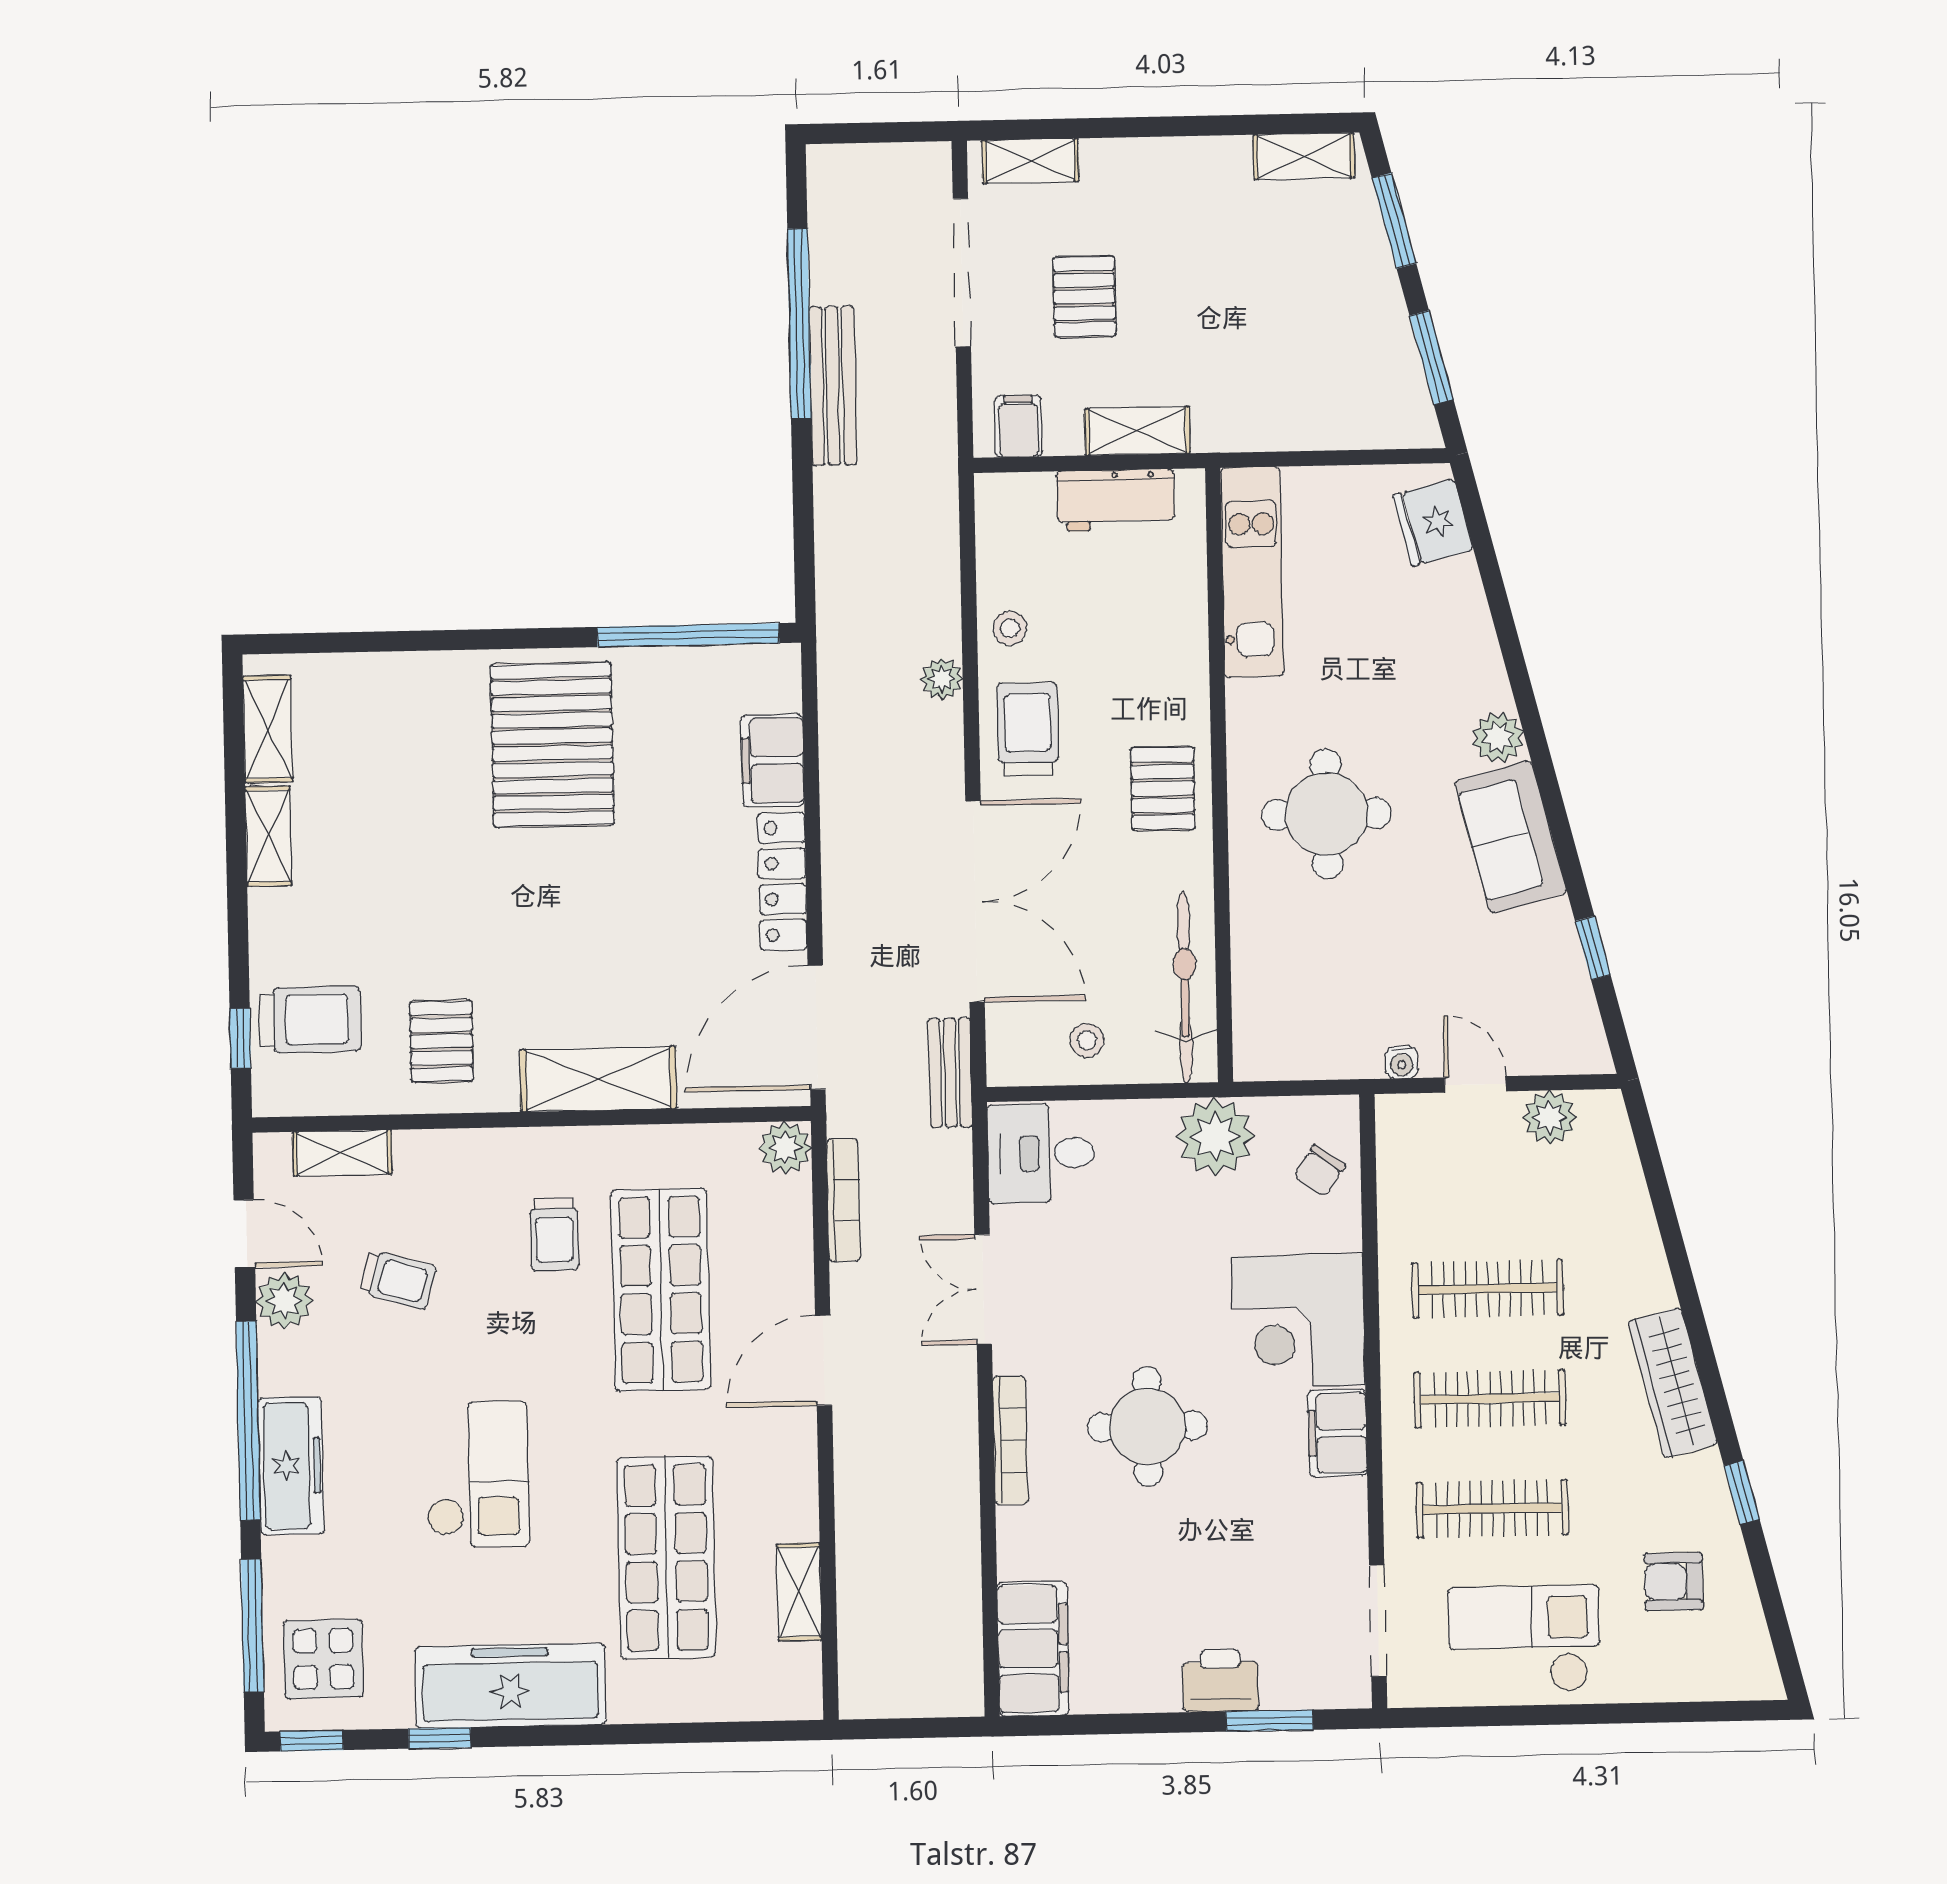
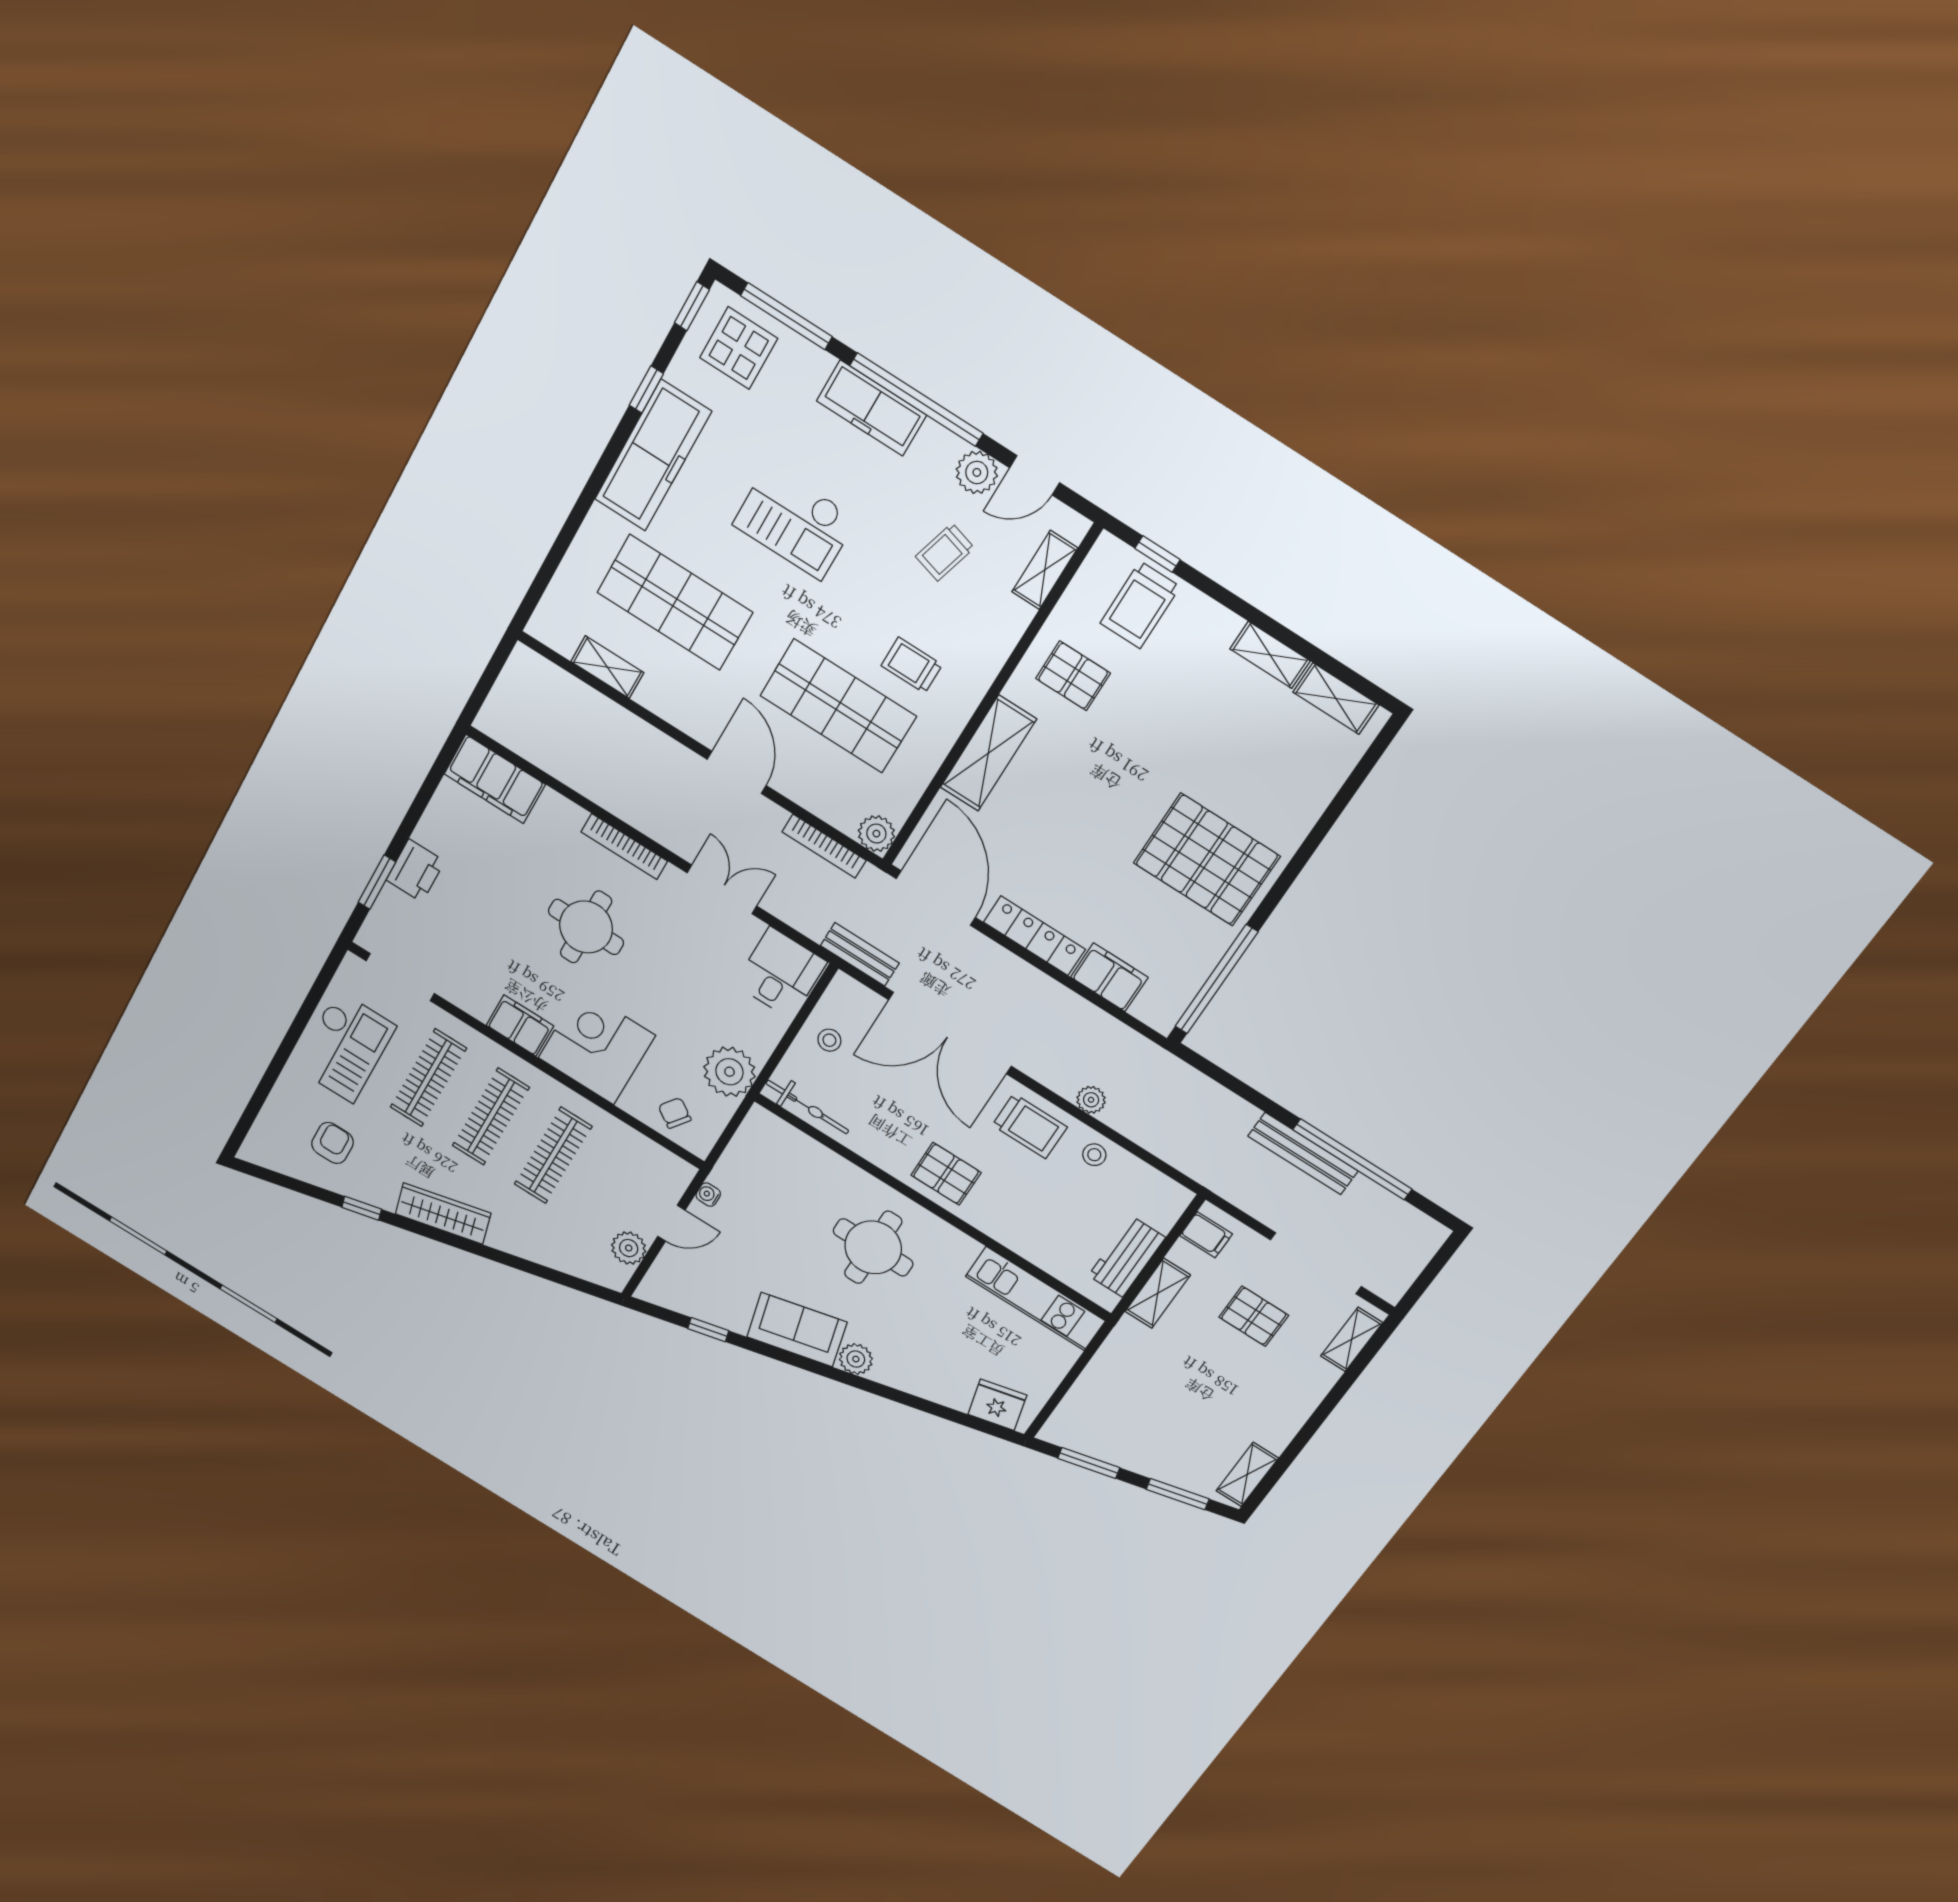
bicycle: (1185, 987) -> (807, 1107), width x0.73, depth x0.71

